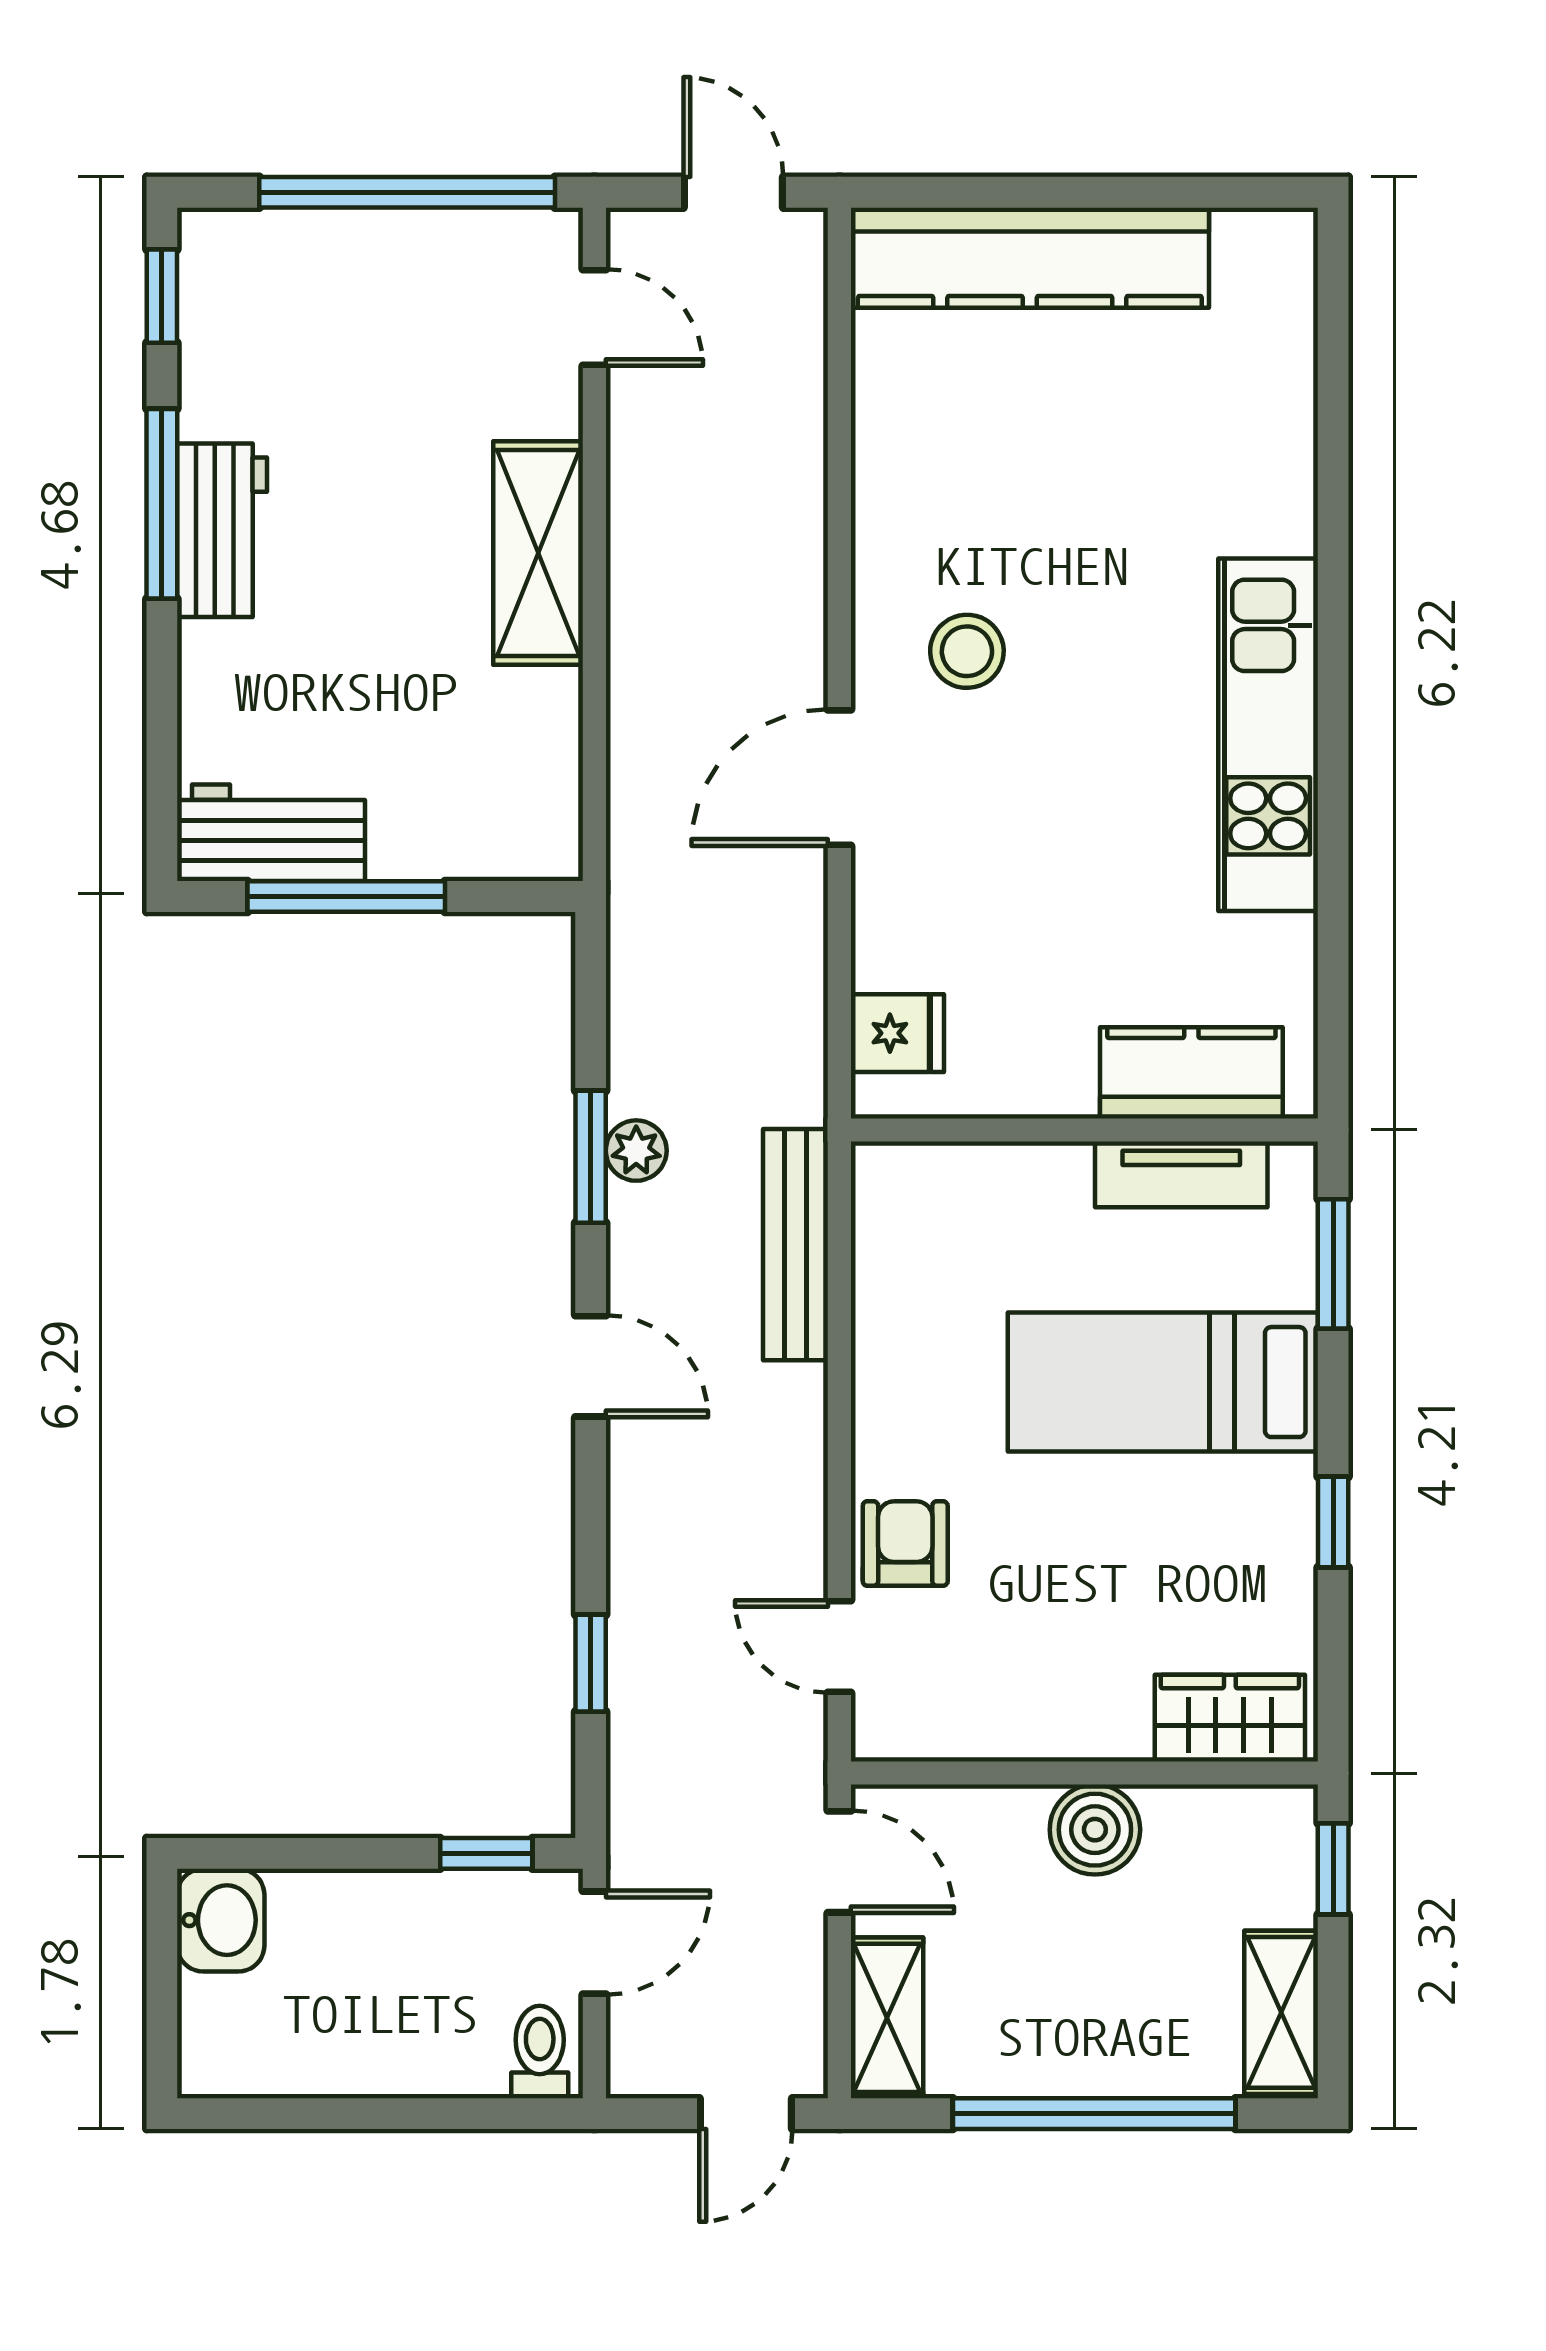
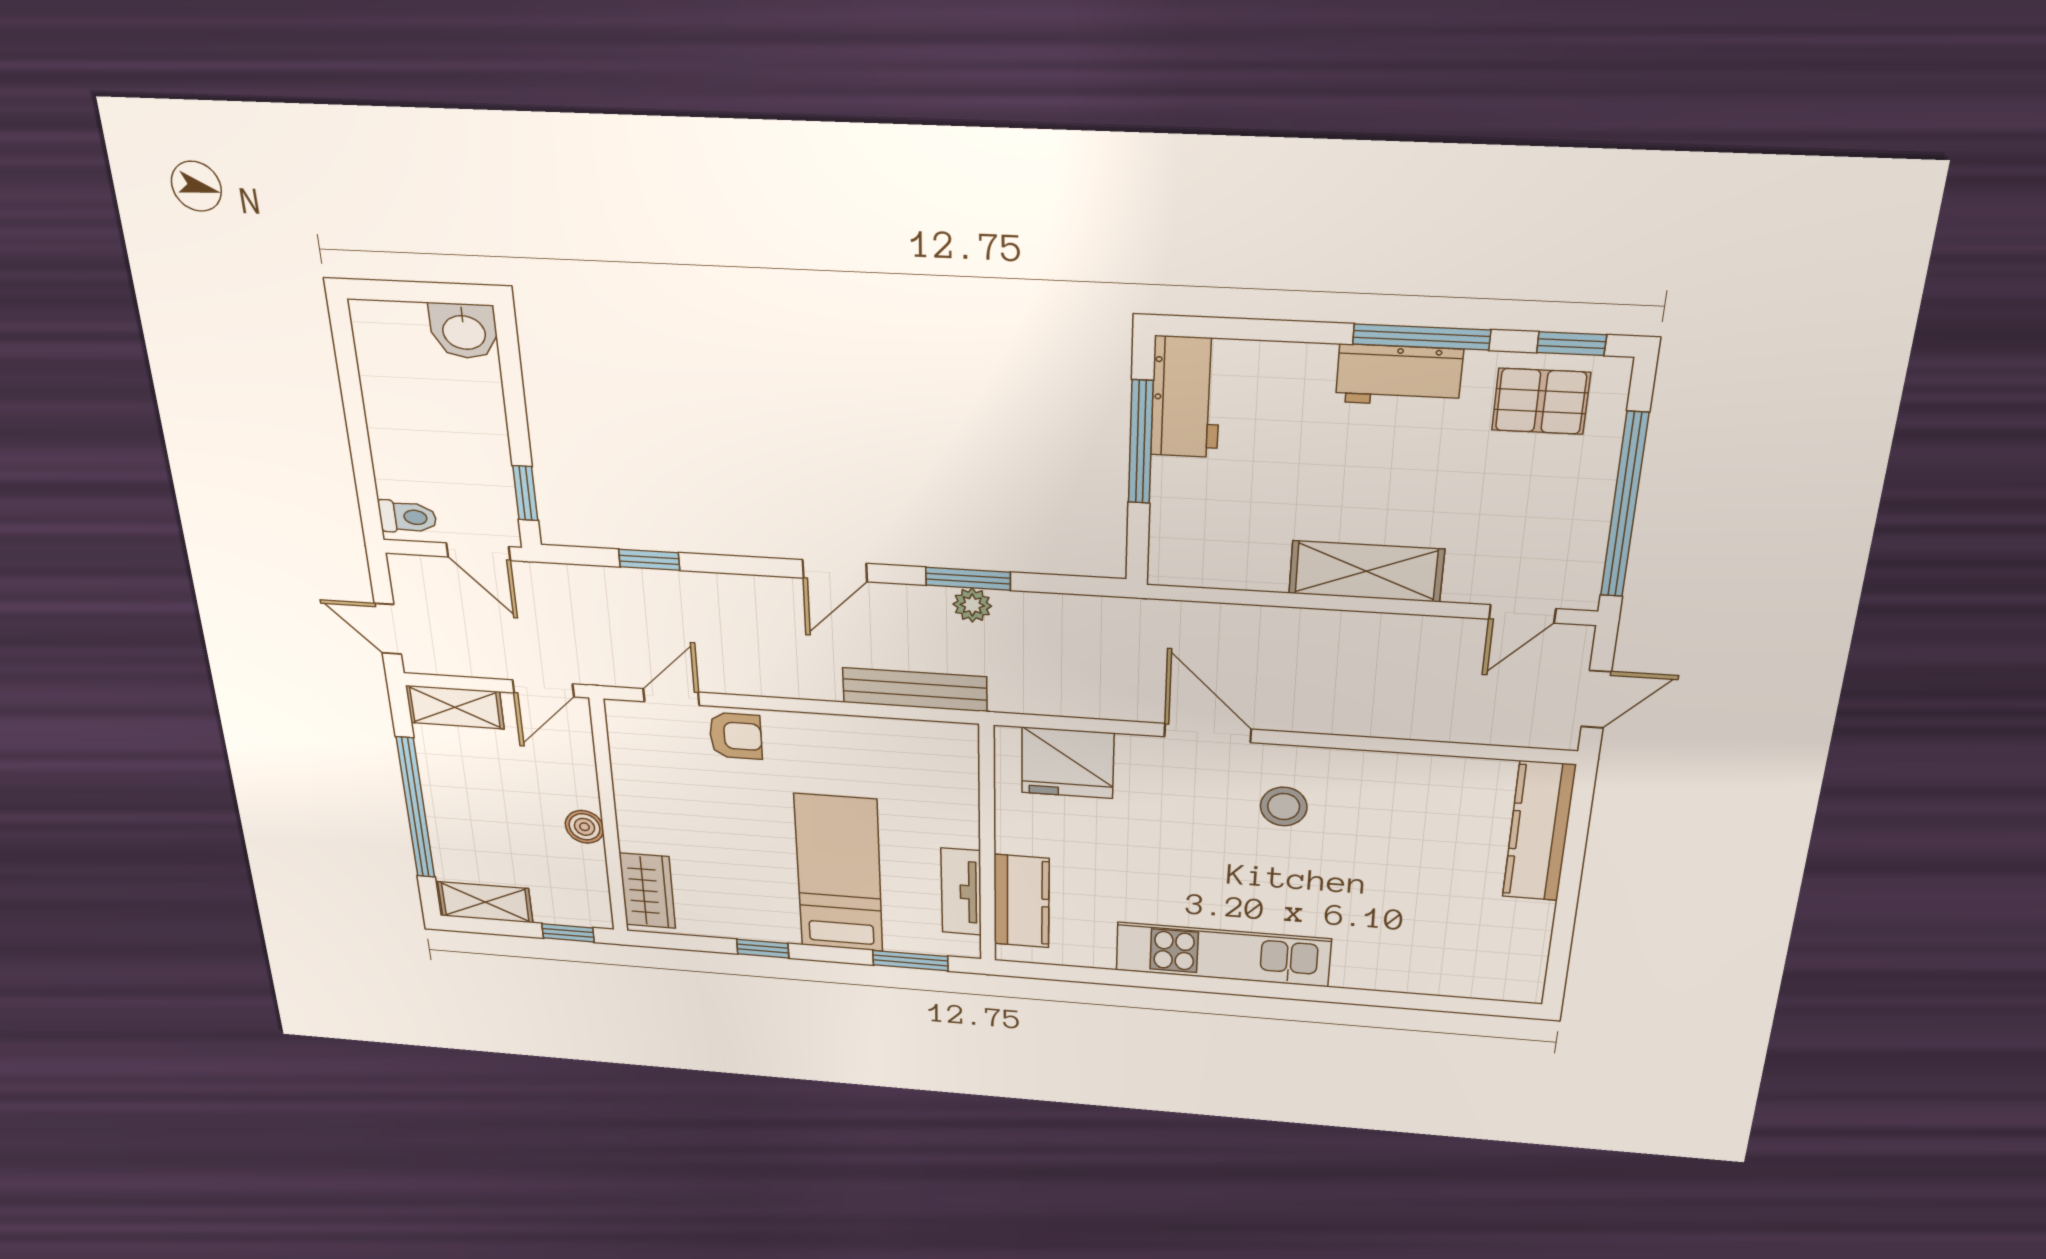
kitchen counter: (1030, 258) -> (1539, 831), width x0.72, depth x0.86
pallet: (251, 328) -> (1541, 401), added
fridge: (897, 1033) -> (1068, 763), width x1.88, depth x1.34
boiler: (1095, 1830) -> (584, 827), width x0.73, depth x0.73

